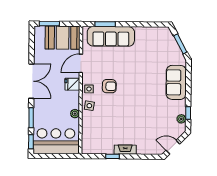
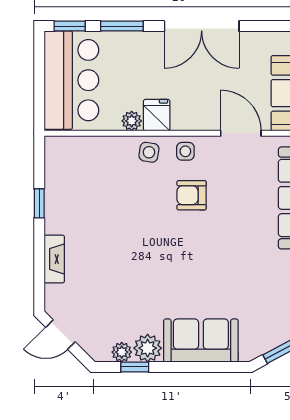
fridge: (72, 84) -> (157, 115), moved
armchair: (109, 86) -> (192, 195), turned 90
plant: (179, 107) -> (148, 348), added
door: (173, 147) -> (60, 335), swing flipped
fireplace: (125, 150) -> (54, 259), moved

